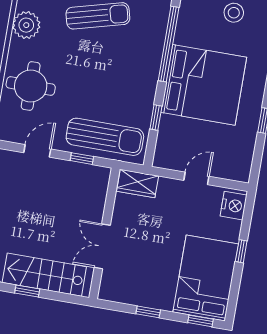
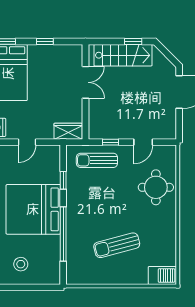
plant: (26, 25) -> (166, 230), removed
sun lounger: (105, 137) -> (97, 160), width x0.73, depth x0.75

